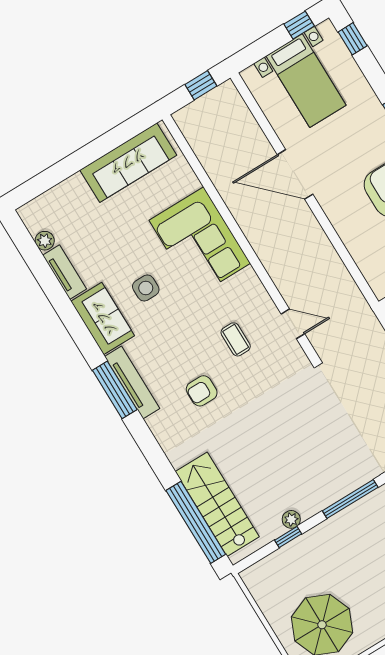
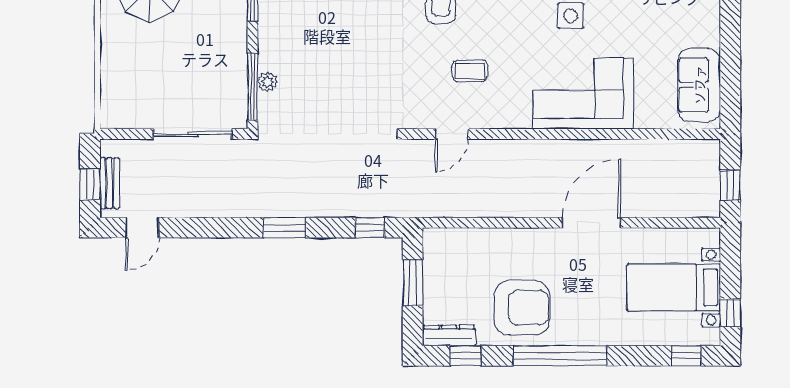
sofa: (128, 163) -> (699, 85), width x0.73
plant: (291, 519) -> (267, 82), moved

